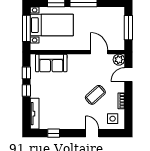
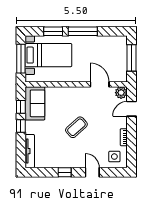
sofa: (51, 63) -> (35, 103), moved, turned -90
coffee table: (95, 95) -> (76, 127), moved
window: (54, 133) -> (65, 172), moved

